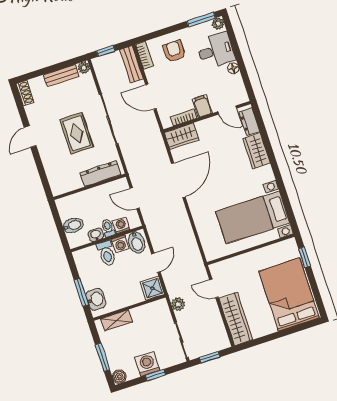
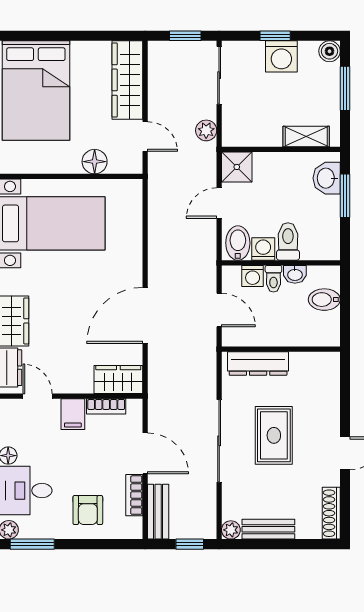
bookcase: (144, 55) -> (134, 495), moved
shoe rack: (25, 93) -> (331, 513), width x1.43
floor lamp: (239, 263) -> (95, 162), added

